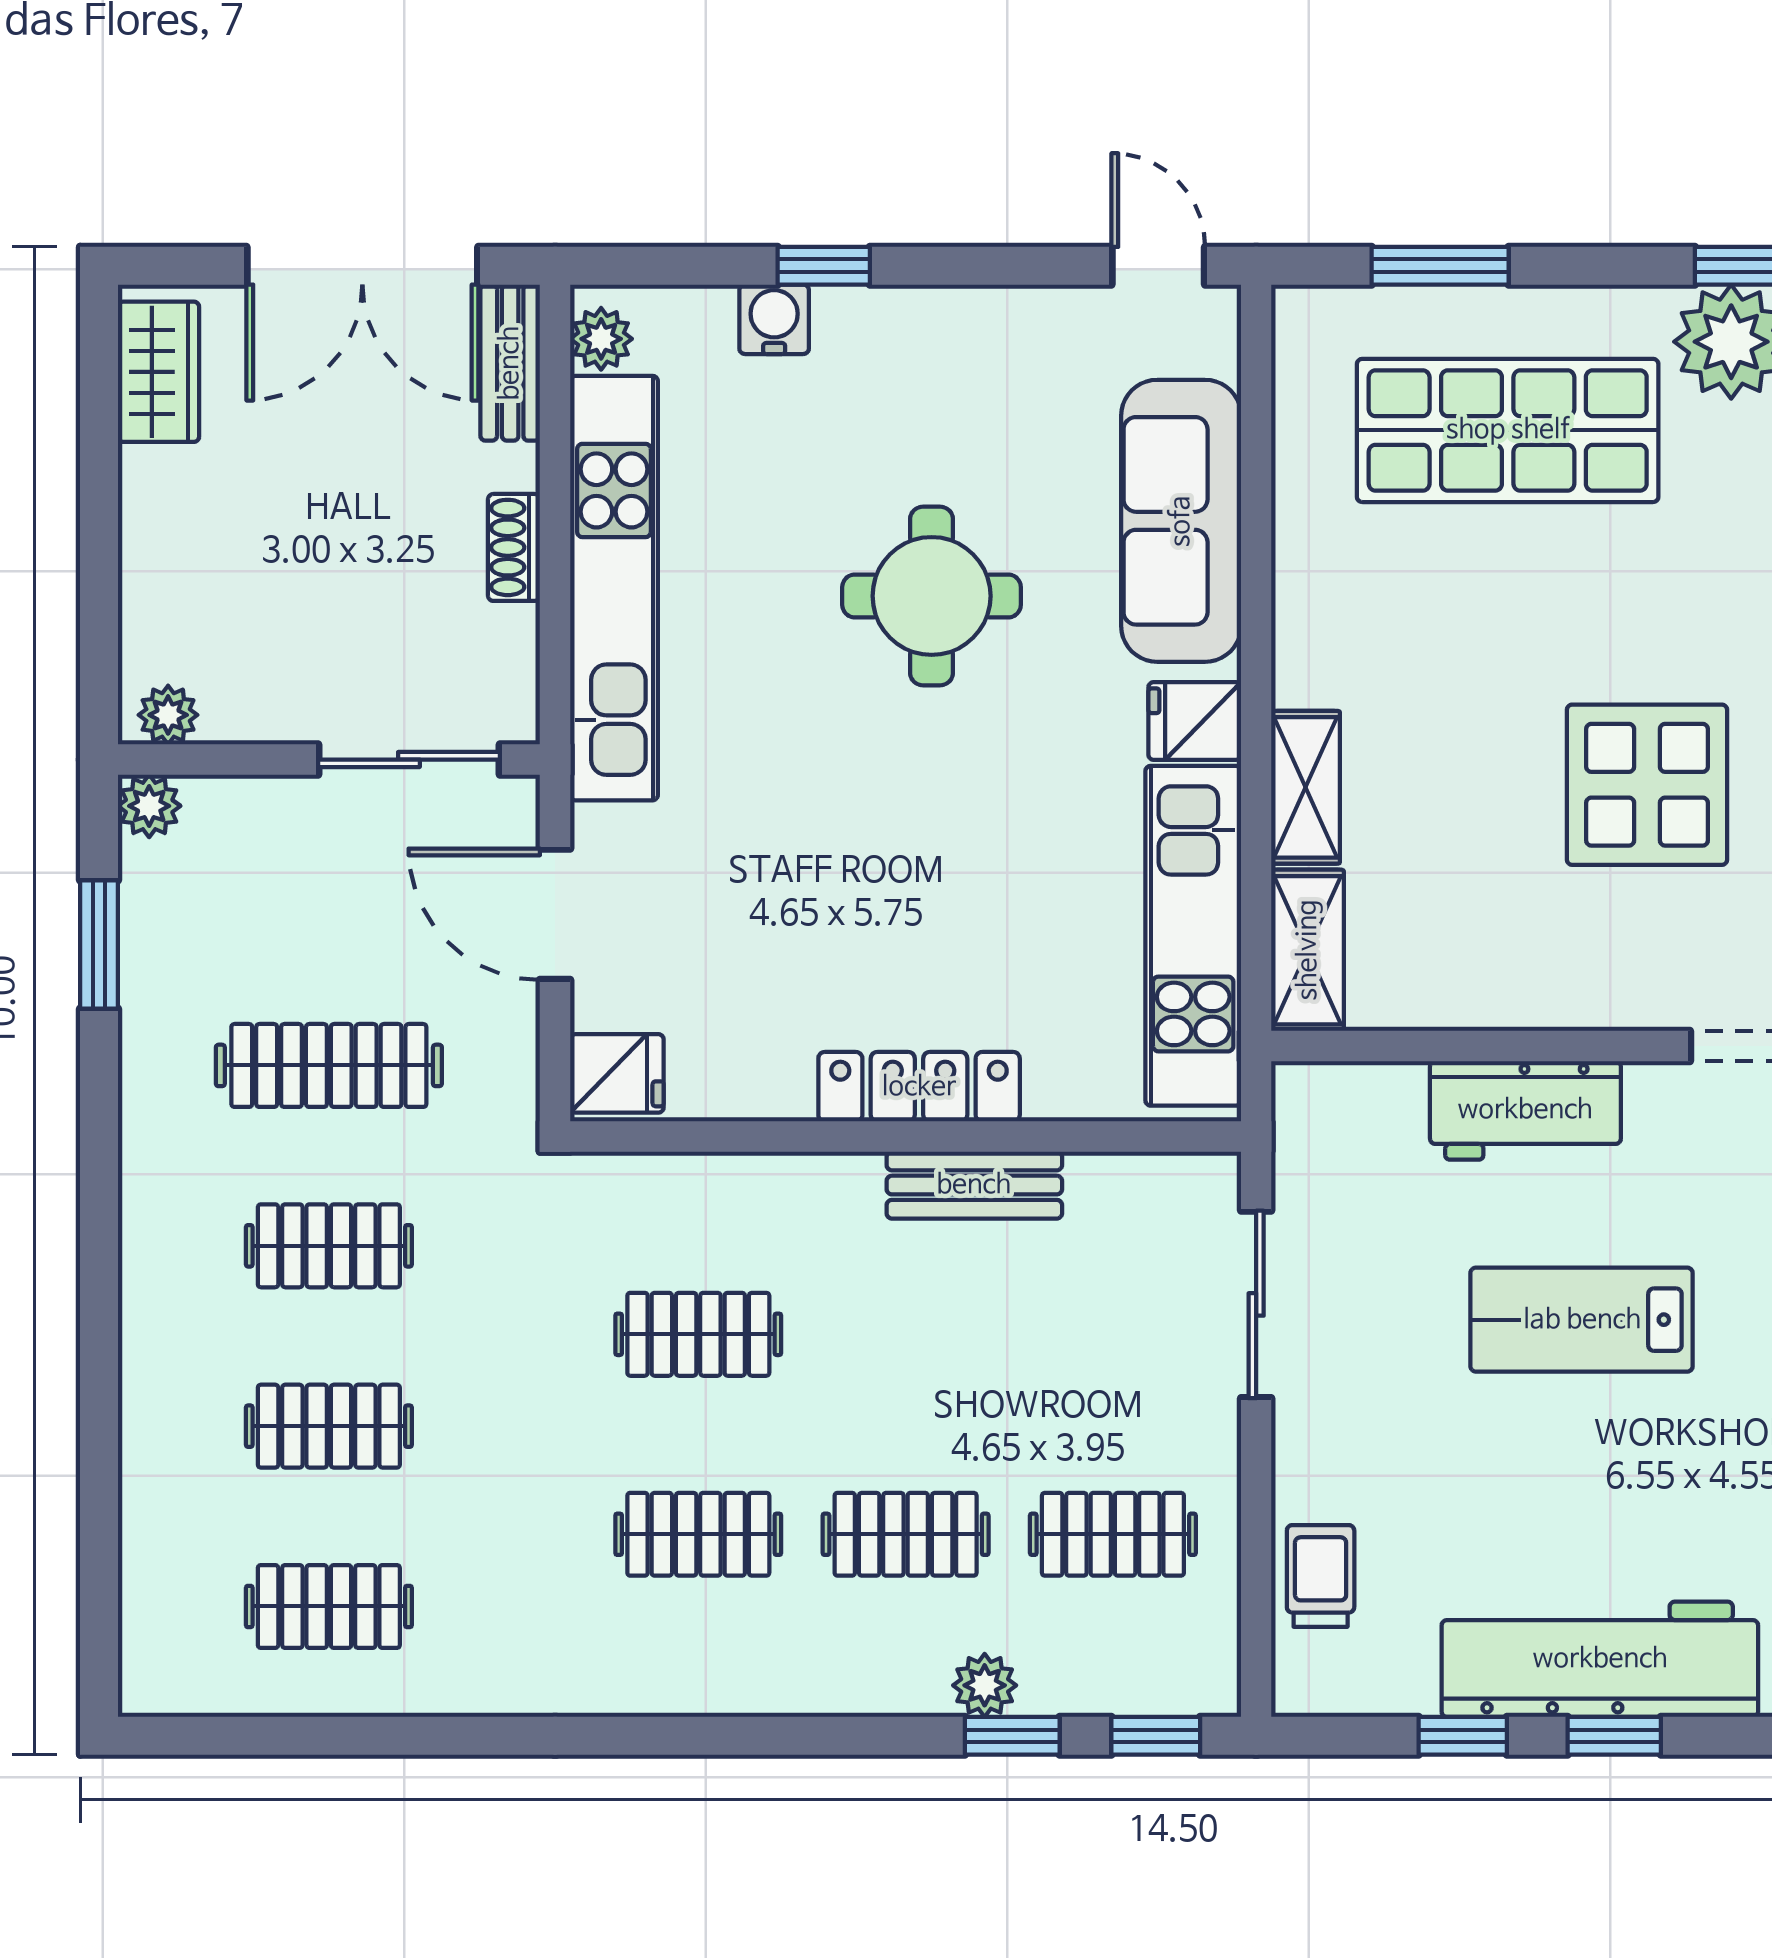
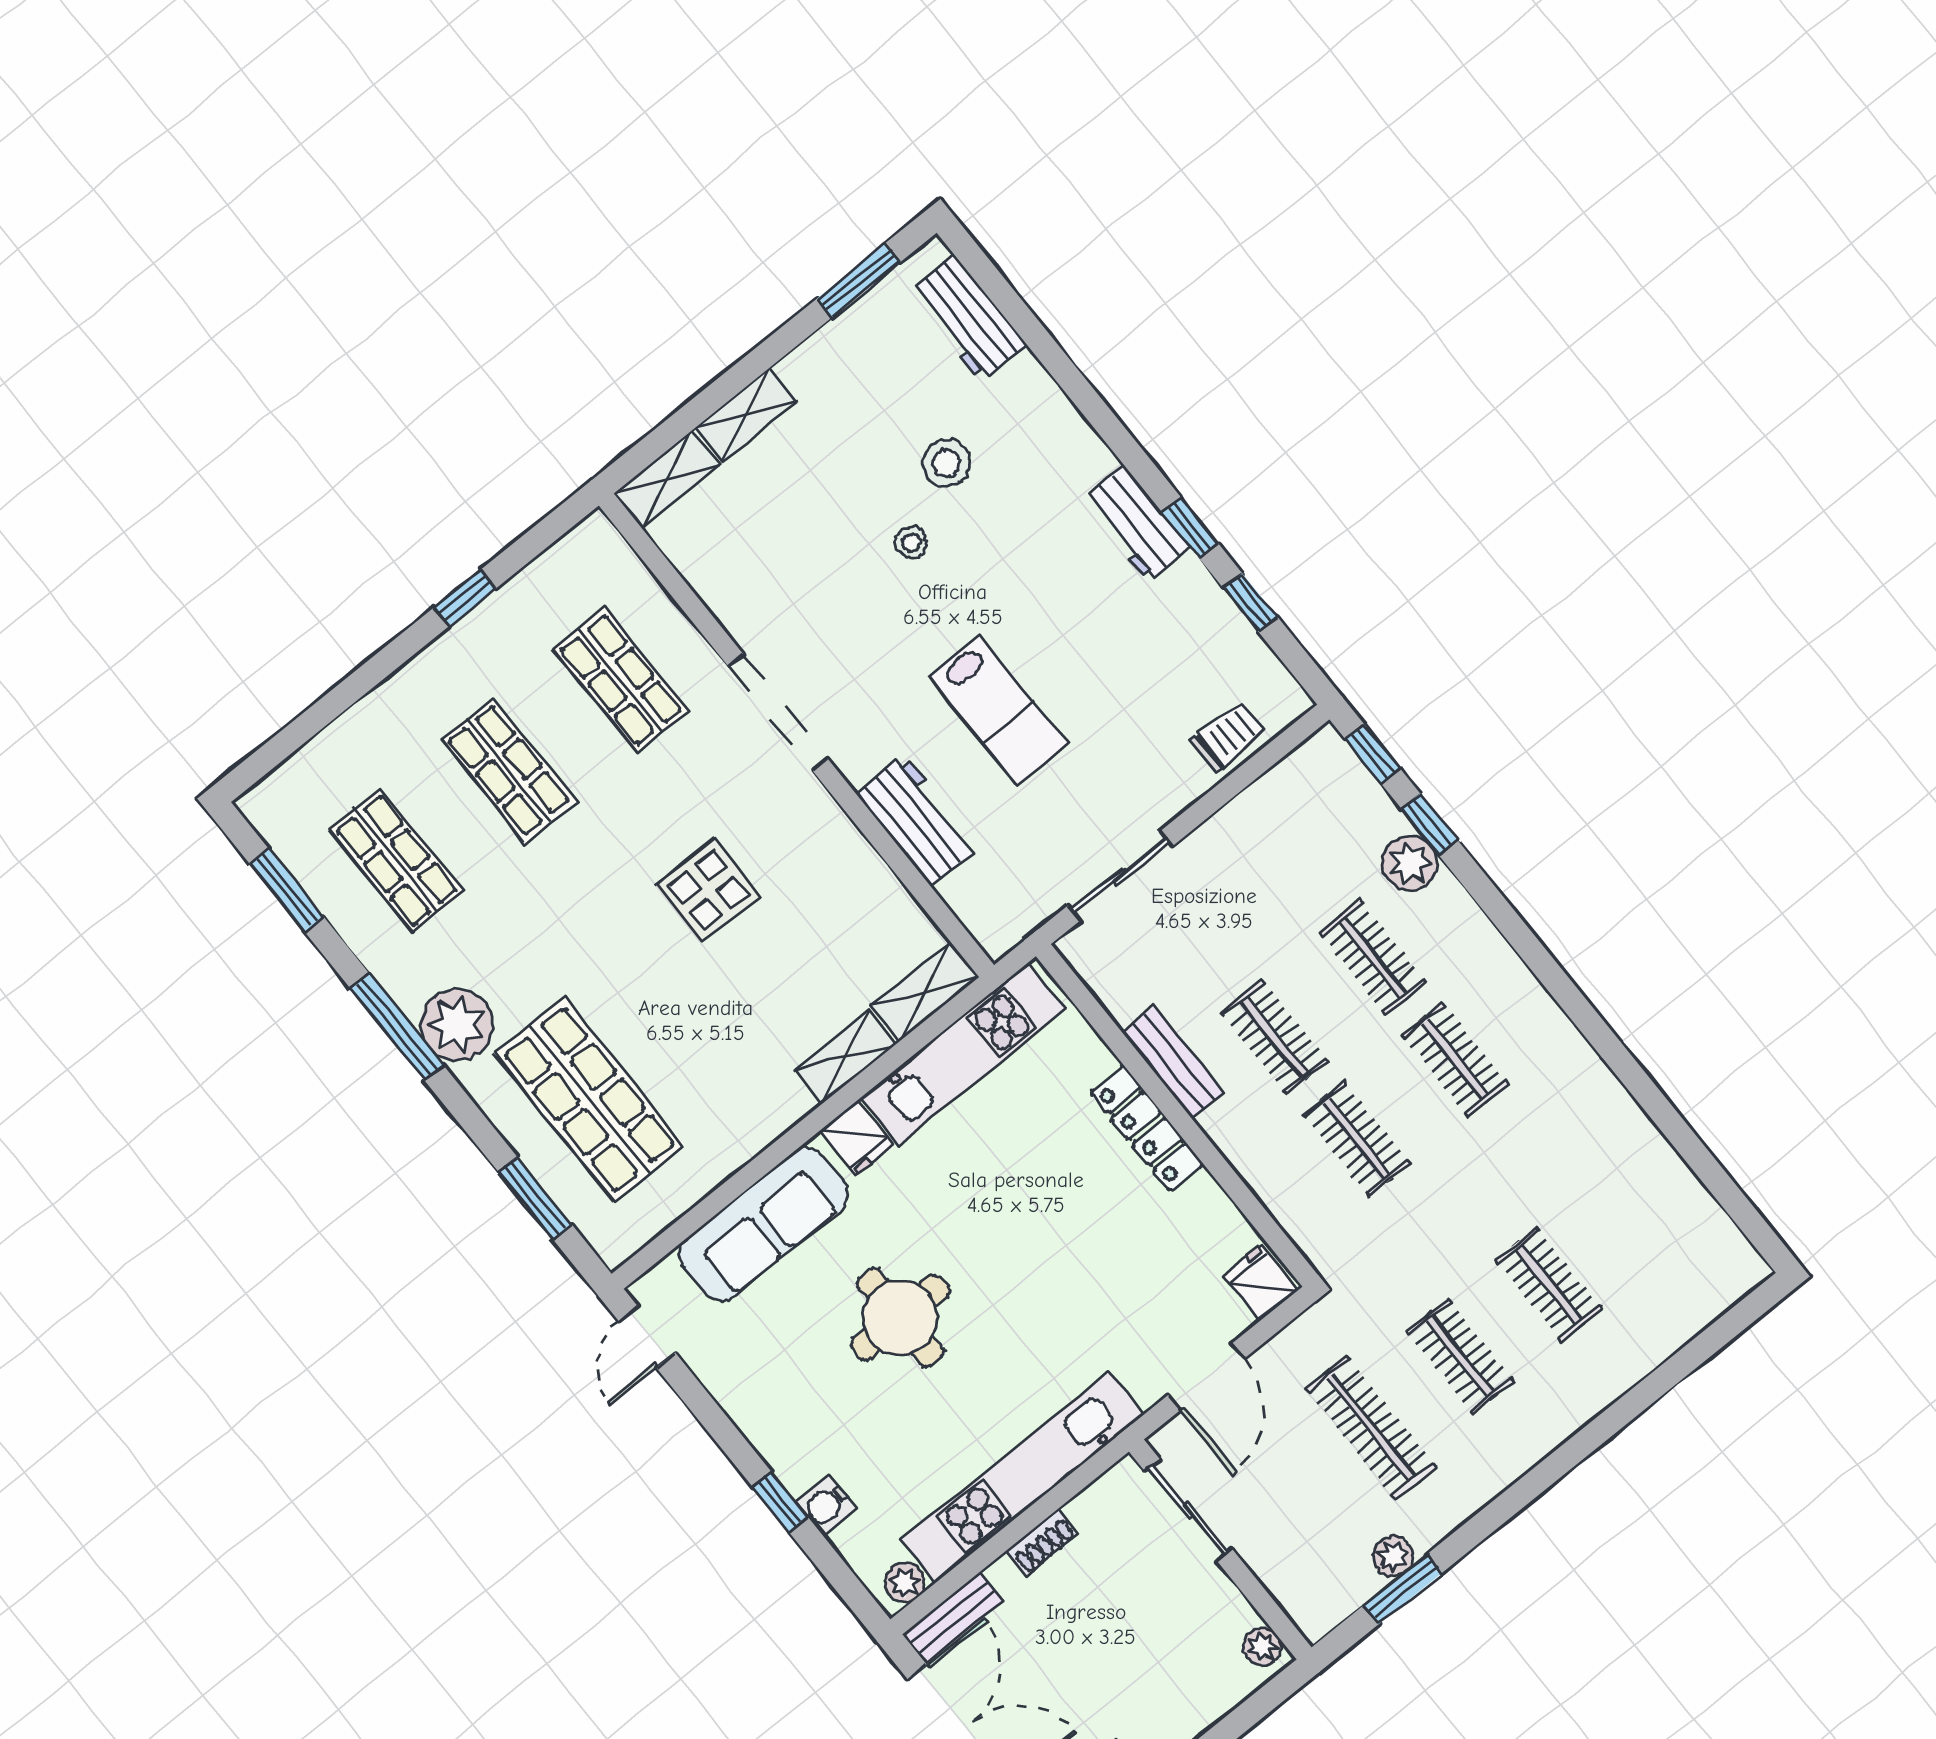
display table: (1647, 785) -> (709, 890), width x0.73, depth x0.73
plant: (149, 806) -> (1393, 1556), moved
clothes rail: (1113, 1534) -> (1274, 1037), moved
trolley: (1321, 1576) -> (1228, 736), turned 180
clothes rail: (329, 1606) -> (1638, 1213), removed
workbench: (1600, 1659) -> (1136, 523), width x0.53, depth x0.76
plant: (985, 1685) -> (1410, 863), width x1.38, depth x1.38

